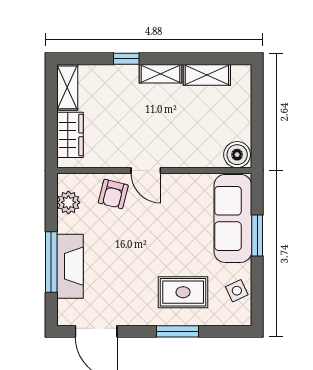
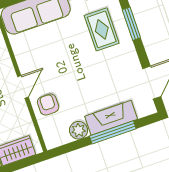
armchair: (113, 194) -> (48, 105), turned -104
plant: (68, 202) -> (79, 130), moved

